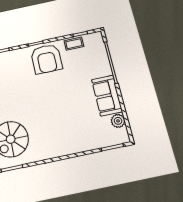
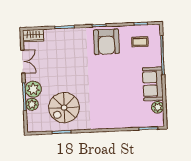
coffee table: (74, 44) -> (140, 42), moved

